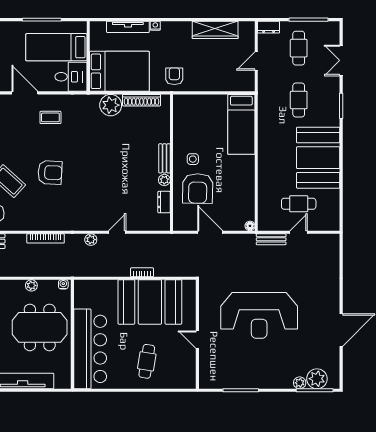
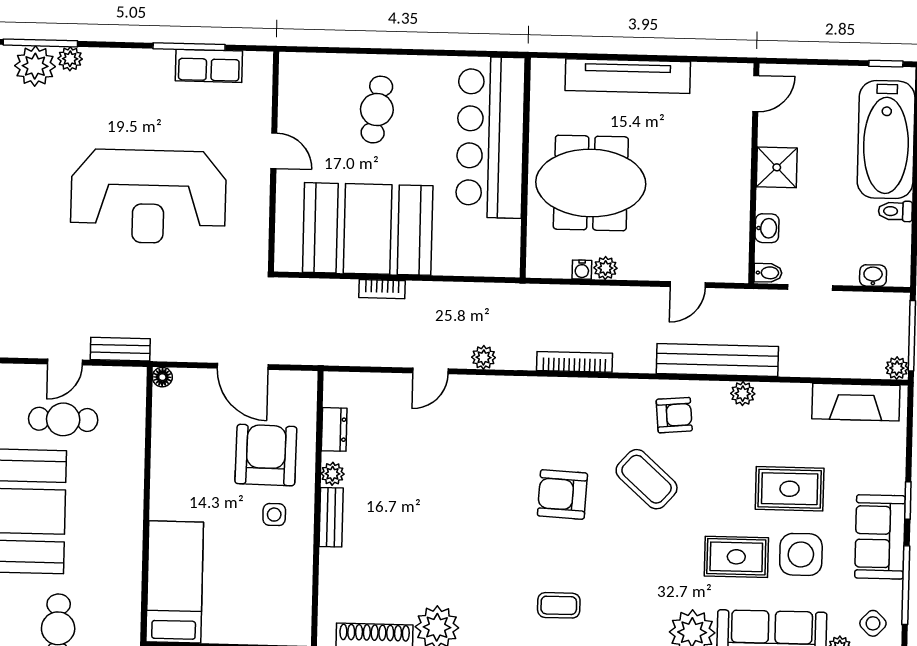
water cooler: (63, 284) -> (582, 270), moved
reception desk: (259, 315) -> (148, 197), turned 180
row of seats: (231, 381) -> (209, 66), added

